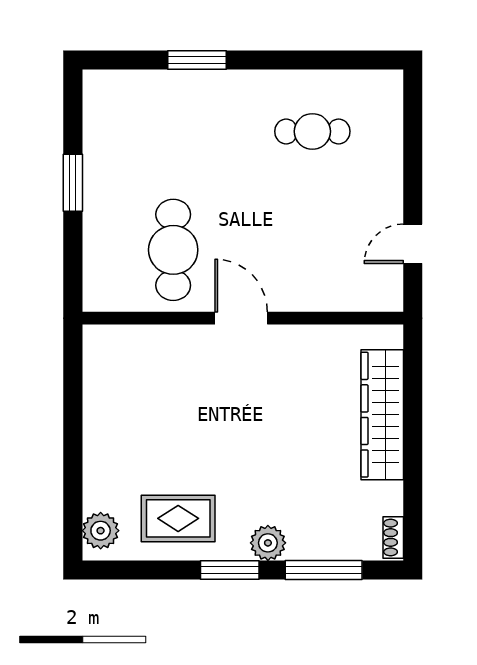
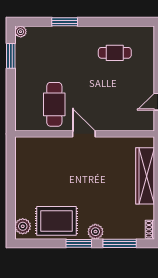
plant: (95, 83) -> (21, 32), added
window: (73, 183) -> (11, 56), moved
rug: (178, 518) -> (56, 221), width x1.36, depth x1.43

